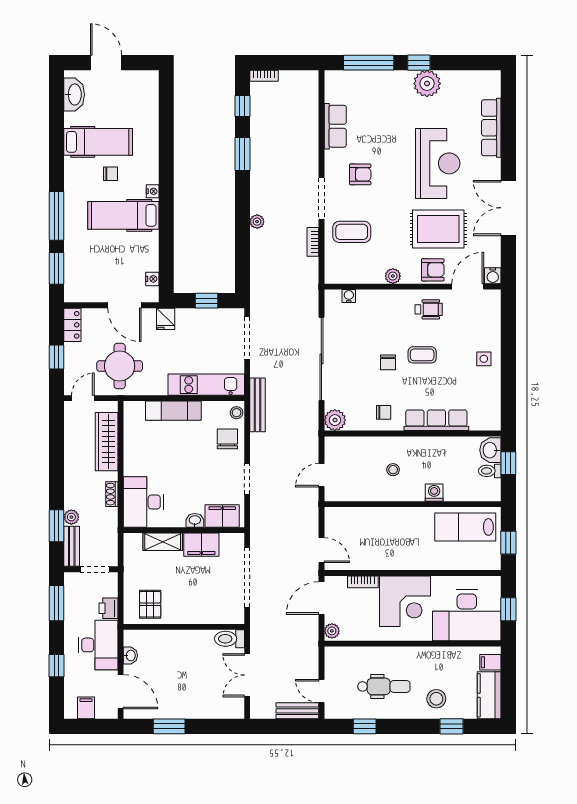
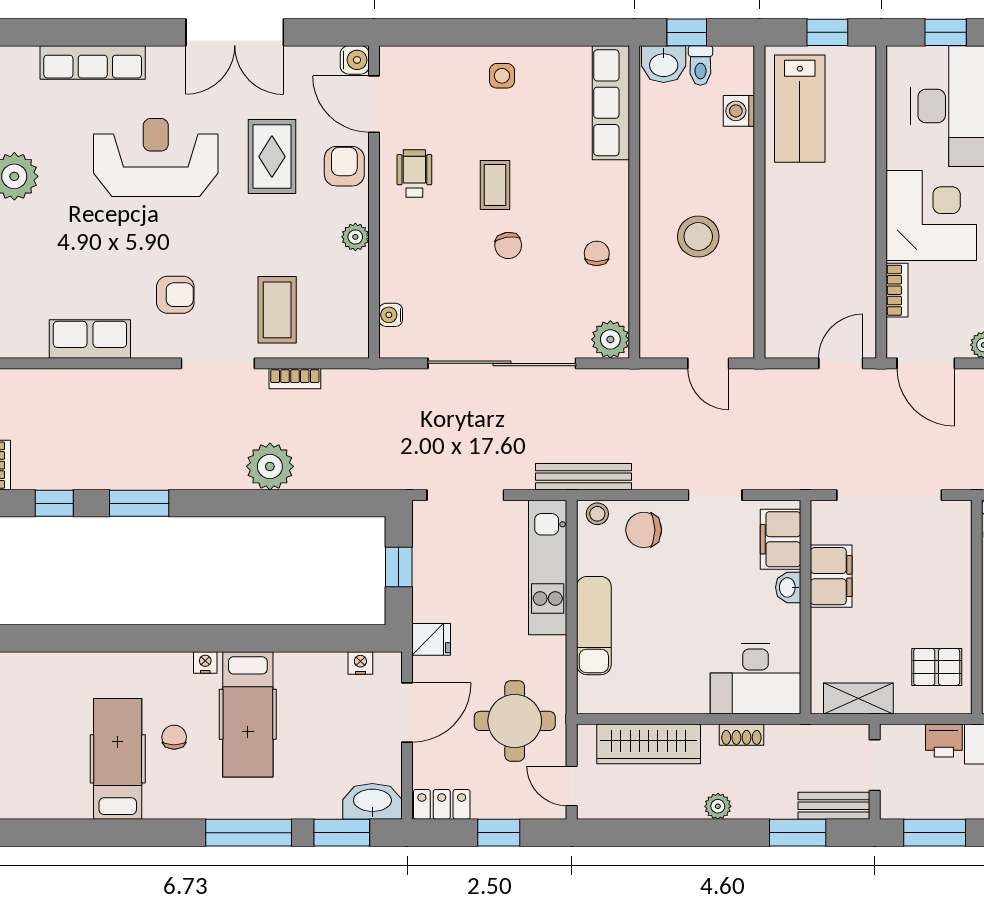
washbasin: (74, 94) -> (372, 801), moved
armchair: (360, 174) -> (175, 295), turned 90
plant: (257, 222) -> (270, 466), width x1.87, depth x1.87
rug: (438, 229) -> (272, 157), width x0.73, depth x0.70
chair: (388, 362) -> (508, 245), turned 82
row of seats: (436, 420) -> (611, 103), moved
stool: (393, 470) -> (698, 237), width x1.89, depth x1.89
washing machine: (434, 493) -> (739, 111), moved
plant: (71, 517) -> (718, 806), moved
shelving: (163, 542) -> (858, 698), moved, turned 90

